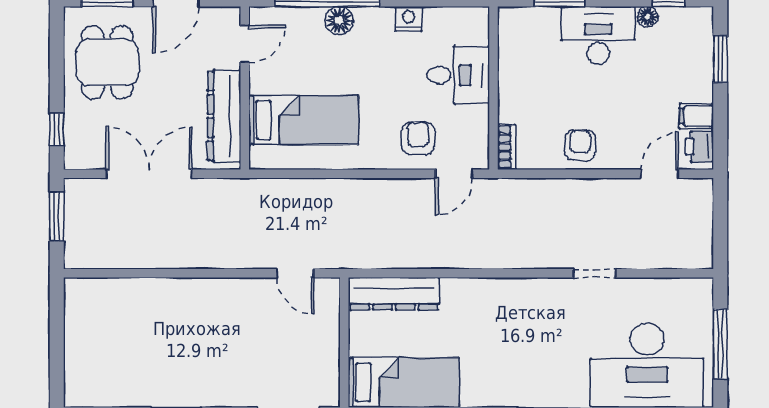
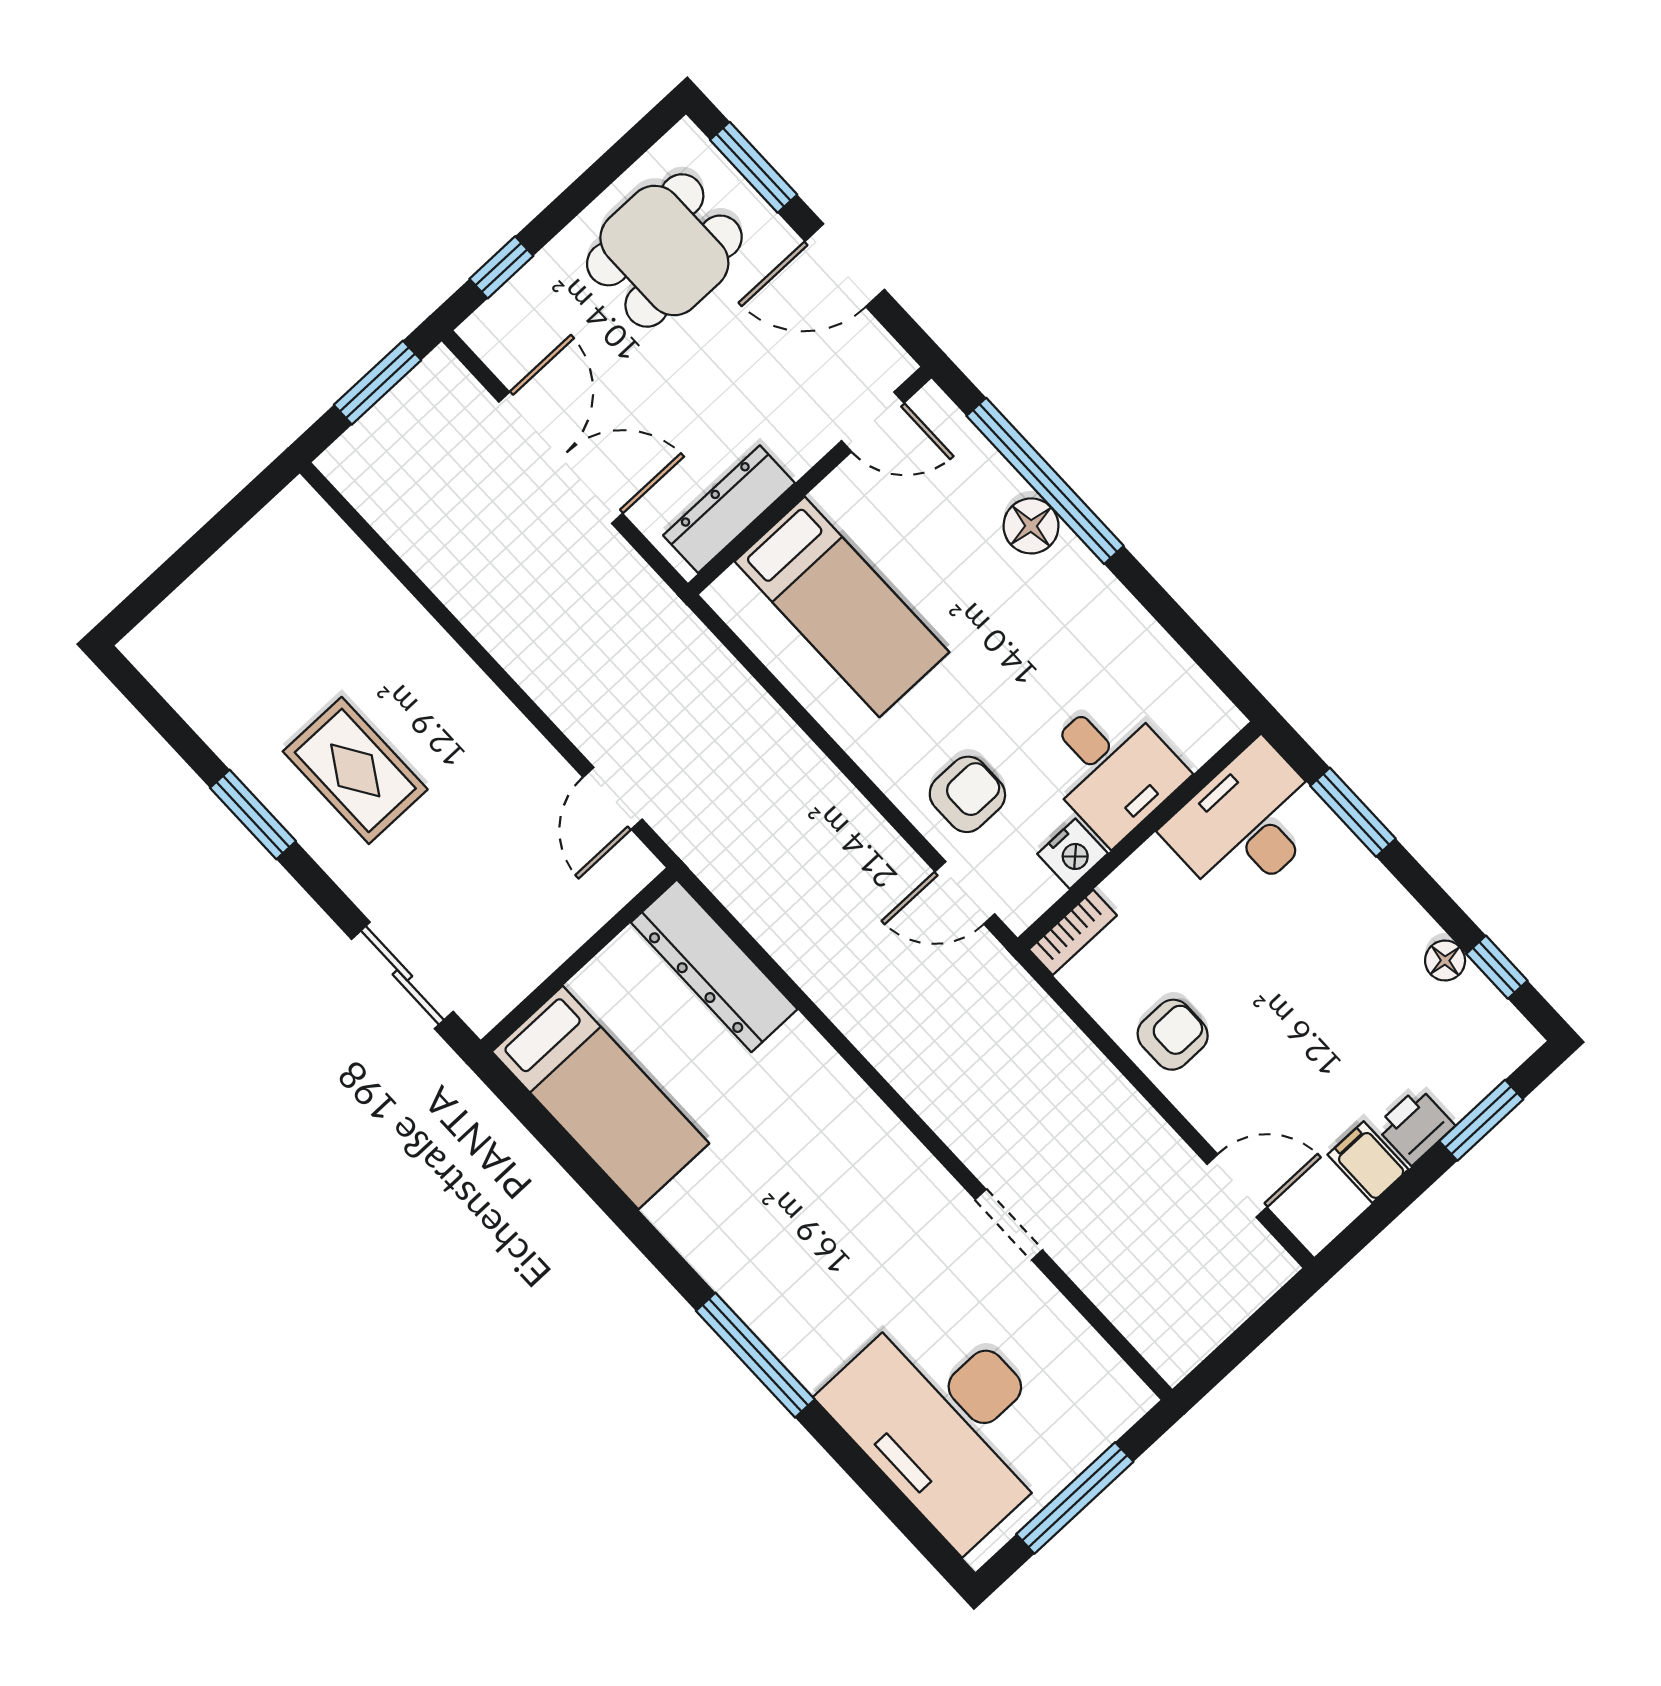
nightstand: (408, 19) -> (1073, 854), moved, turned 90
desk: (598, 35) -> (1247, 824), moved, turned -90
dresser: (224, 116) -> (729, 509), width x0.73, depth x0.80
printer: (699, 147) -> (1415, 1126), moved
rug: (195, 360) -> (355, 770), added

